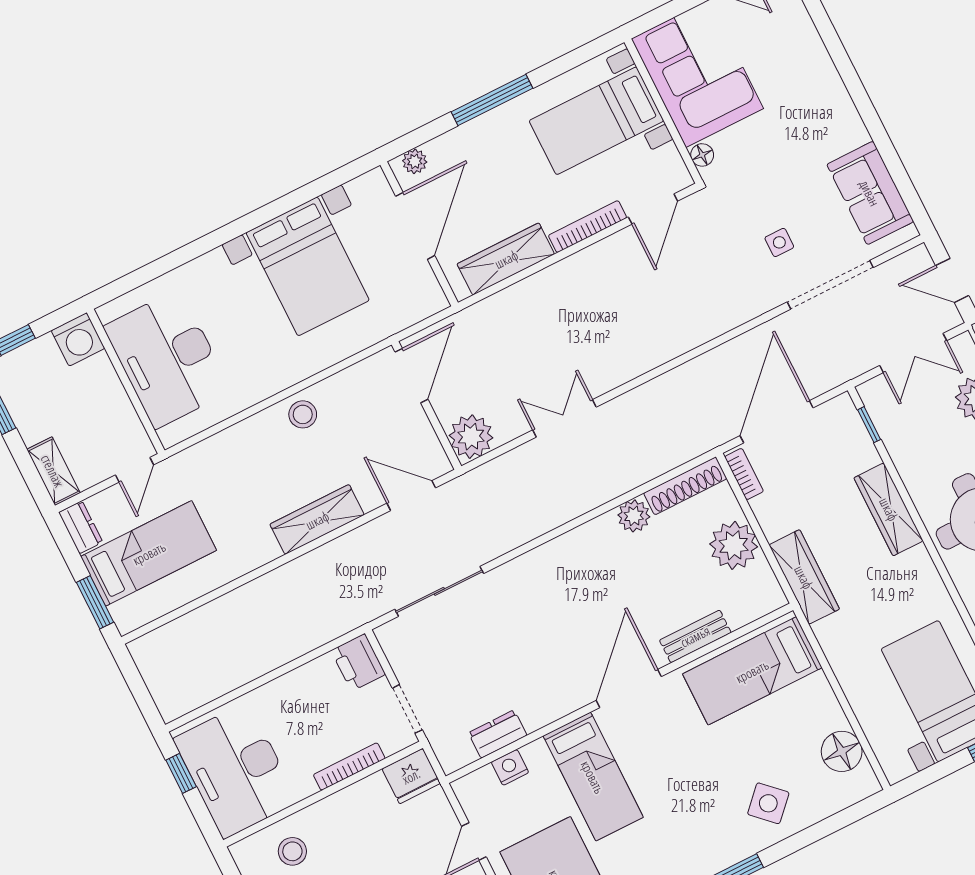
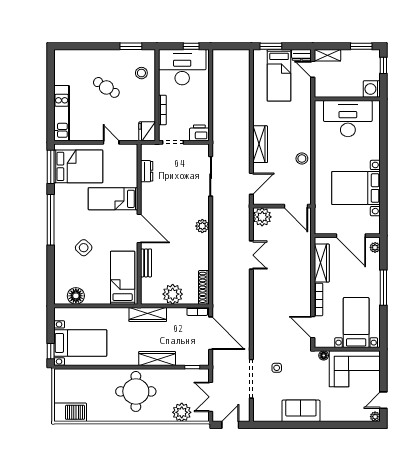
sofa: (870, 193) -> (301, 411), moved
door: (134, 470) -> (313, 69), moved
plant: (634, 516) -> (202, 226), moved
nightstand: (510, 767) -> (132, 170), removed
side table: (768, 803) -> (84, 248), moved

